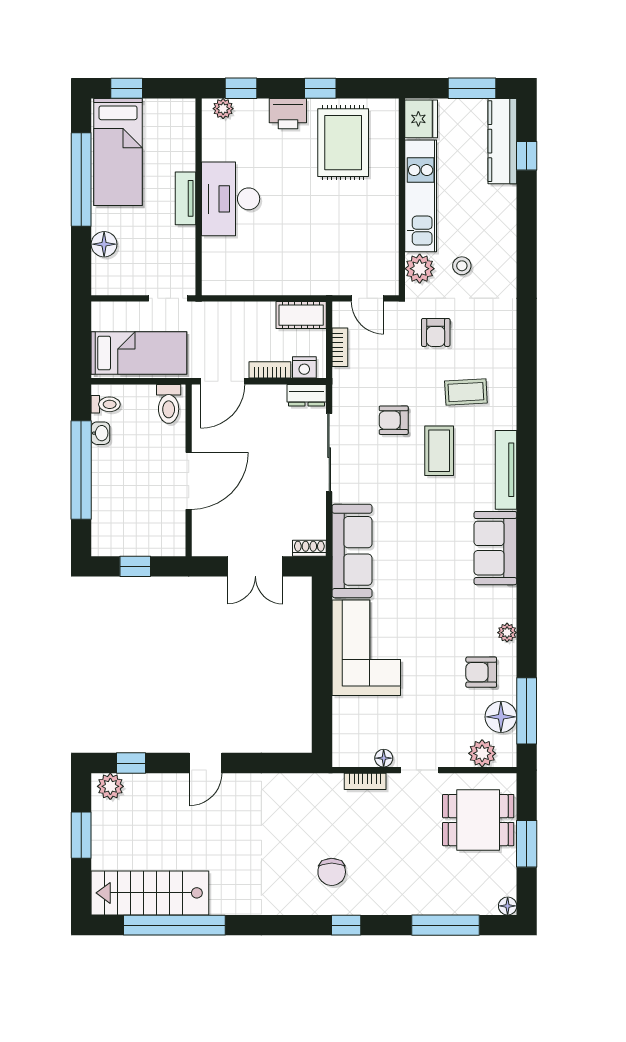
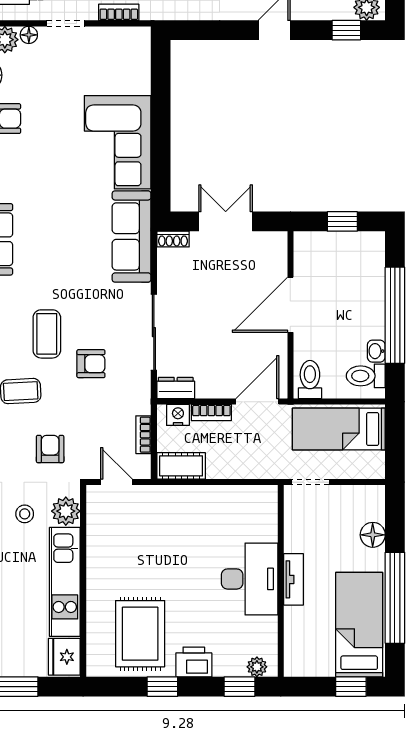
toilet: (106, 404) -> (366, 376), width x1.37, depth x1.39
floor lamp: (384, 758) -> (29, 35), moved

